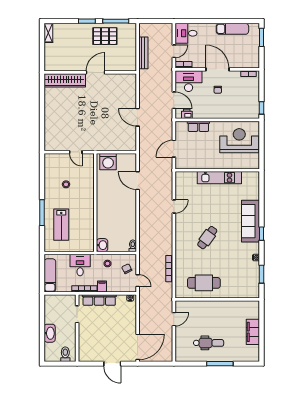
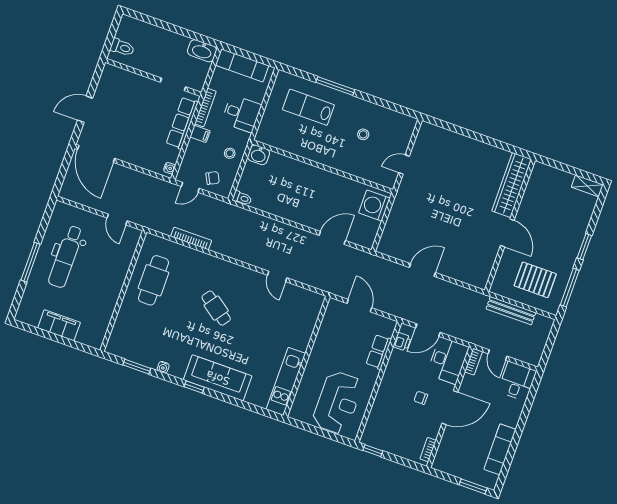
pallet: (105, 36) -> (535, 280), moved, turned 90
kitchen unit: (219, 178) -> (286, 381), moved
washbasin: (50, 333) -> (202, 51), moved
dental chair: (209, 343) -> (66, 257), width x1.36, depth x1.38

